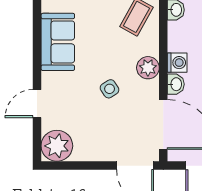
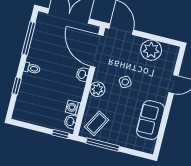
washing machine: (177, 63) -> (73, 108), moved
plant: (57, 146) -> (151, 50), moved

